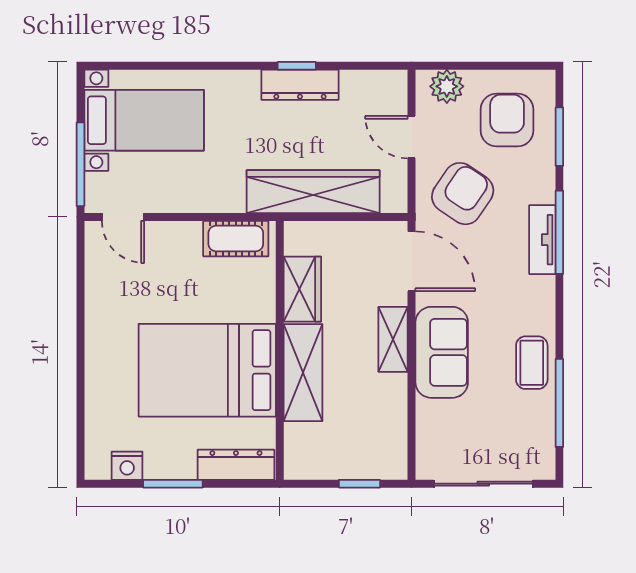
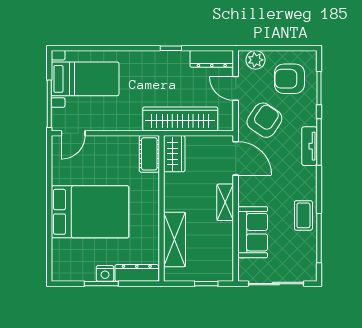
dresser: (300, 85) -> (212, 59), moved
armchair: (507, 120) -> (289, 79), turned -90
door: (123, 217) -> (73, 133), hinge flipped
cot: (236, 239) -> (149, 154), moved, turned 90
wardrobe: (302, 289) -> (174, 154), moved
sofa: (442, 352) -> (253, 232), moved
bed: (207, 370) -> (90, 212), moved, turned 180
shelving: (303, 373) -> (175, 239), moved
nightstand: (127, 466) -> (105, 273), moved

